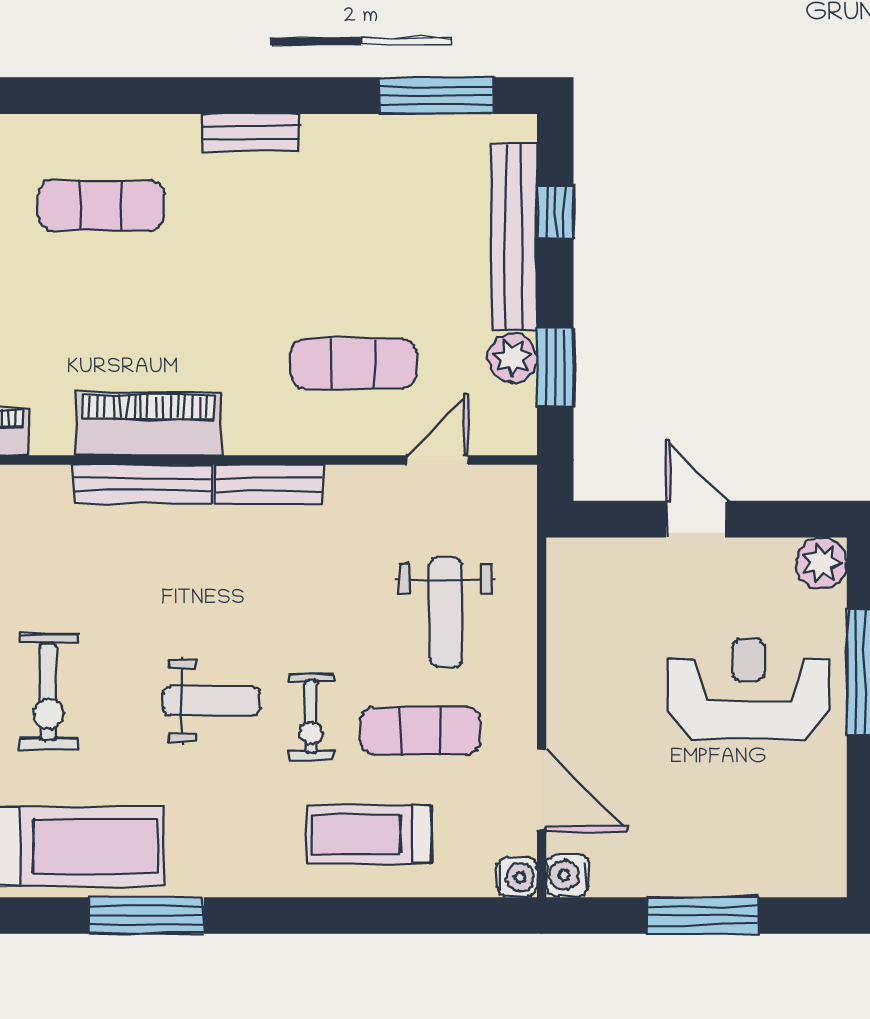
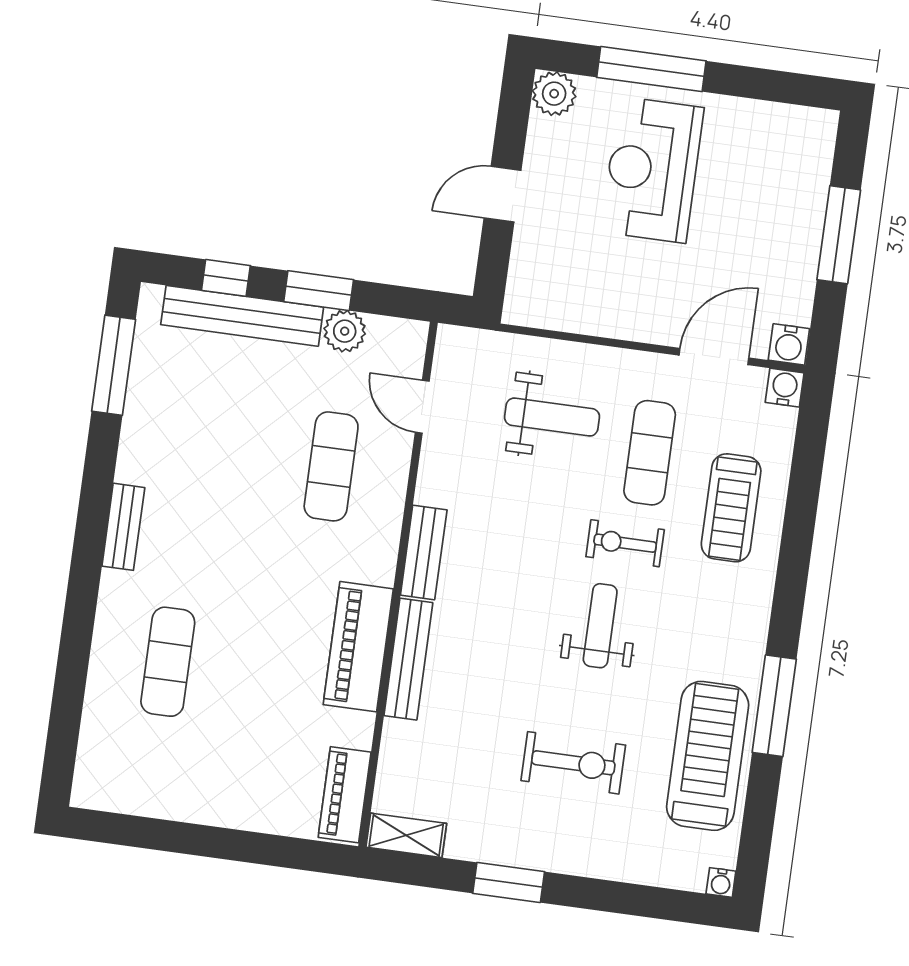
window: (555, 367) -> (319, 291), moved
exercise bike: (311, 717) -> (625, 543), turned 180

